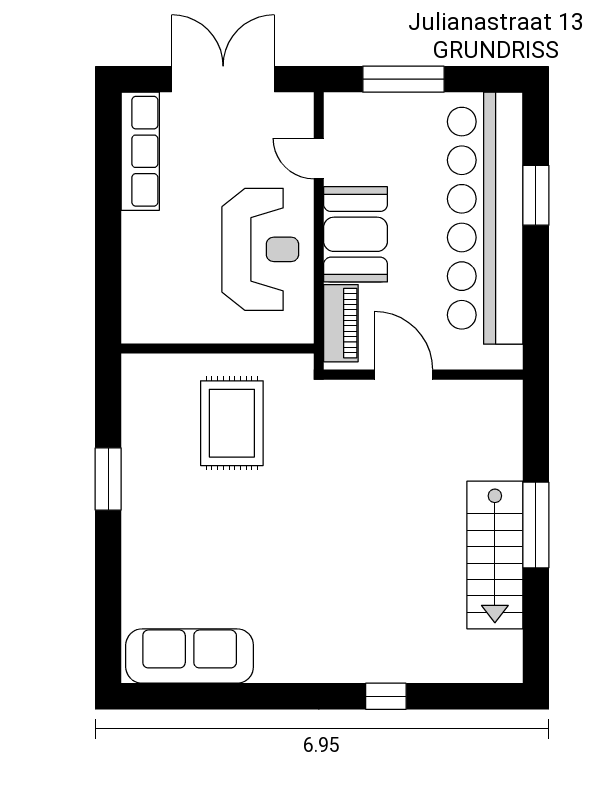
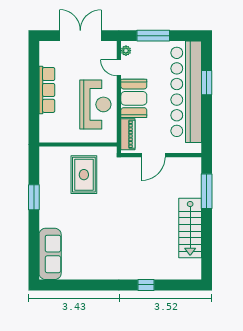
plant: (336, 116) -> (126, 51), added
row of seats: (140, 151) -> (47, 90), moved
door: (403, 375) -> (153, 155), swing flipped
window: (536, 525) -> (207, 191), moved
sofa: (190, 656) -> (50, 254), moved, turned 90

